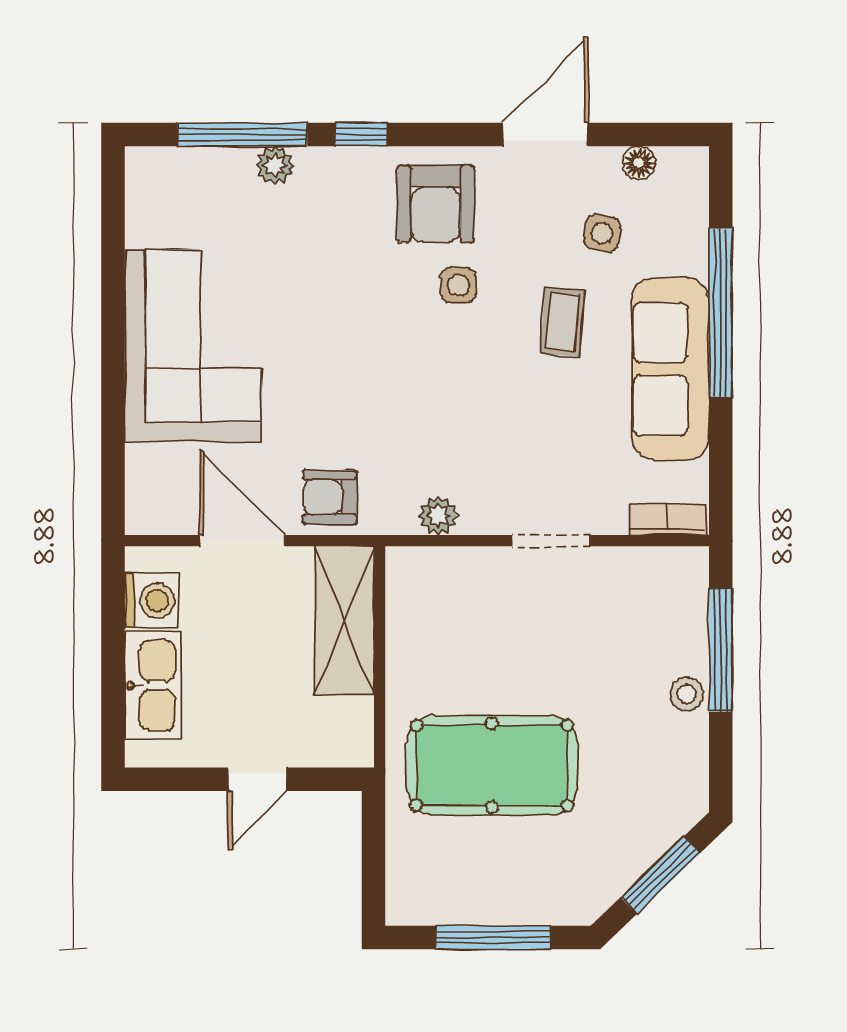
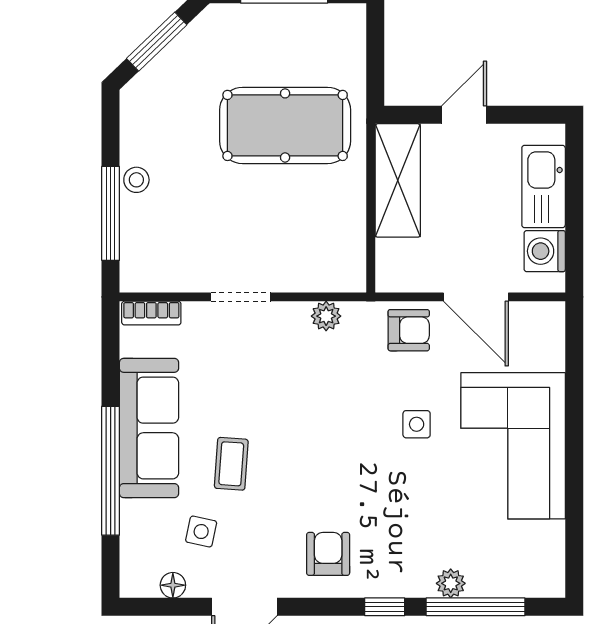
armchair: (436, 204) -> (328, 554), width x0.72, depth x0.72
side table: (458, 285) -> (417, 424), moved
shelving: (344, 621) -> (398, 180), moved

